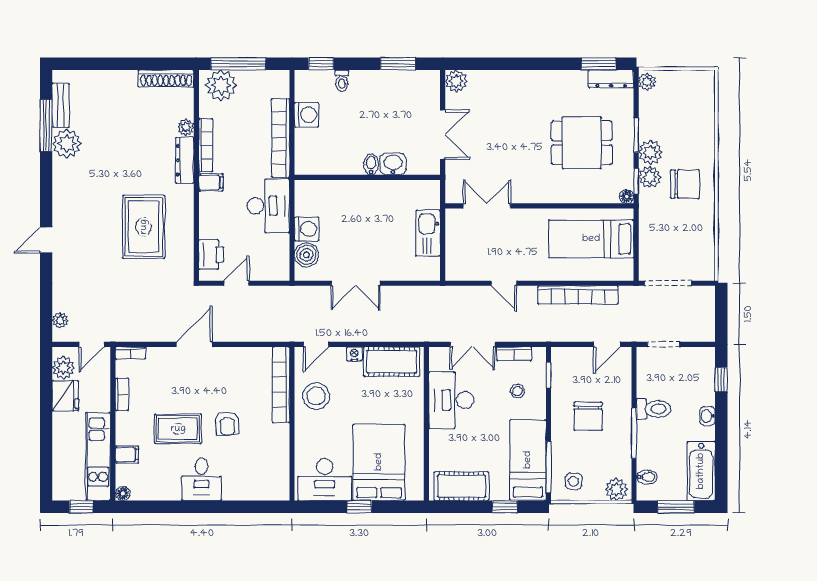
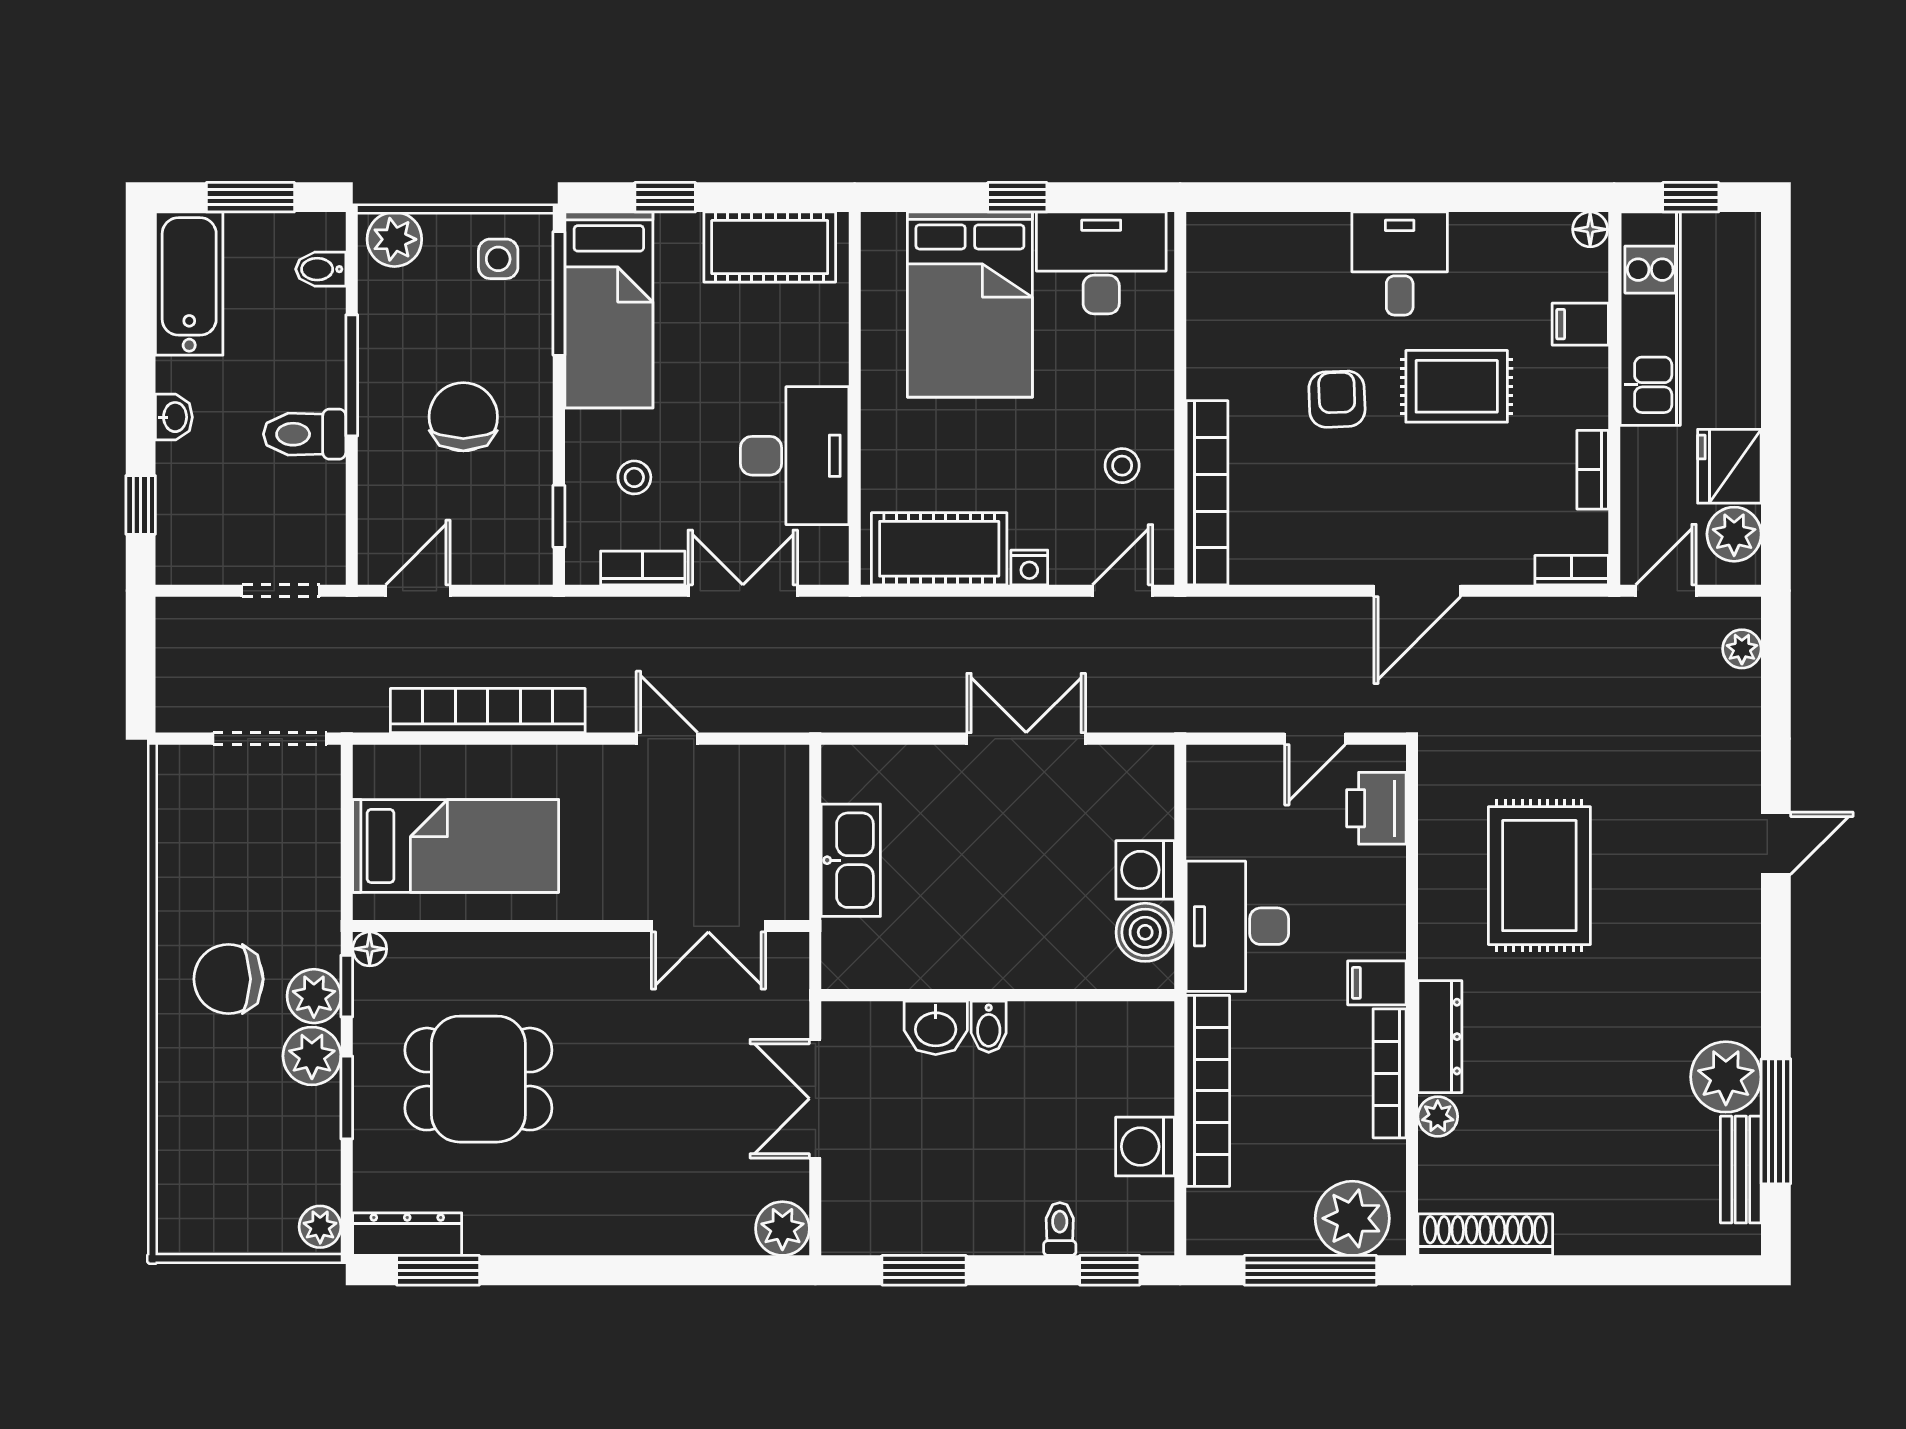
boiler: (307, 255) -> (1145, 932), moved
stool: (316, 396) -> (1122, 466), width x0.53, depth x0.53

